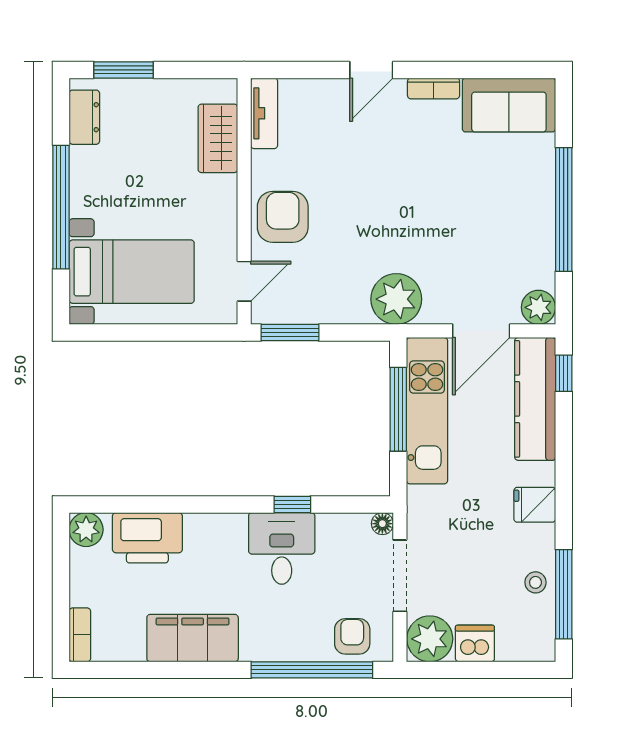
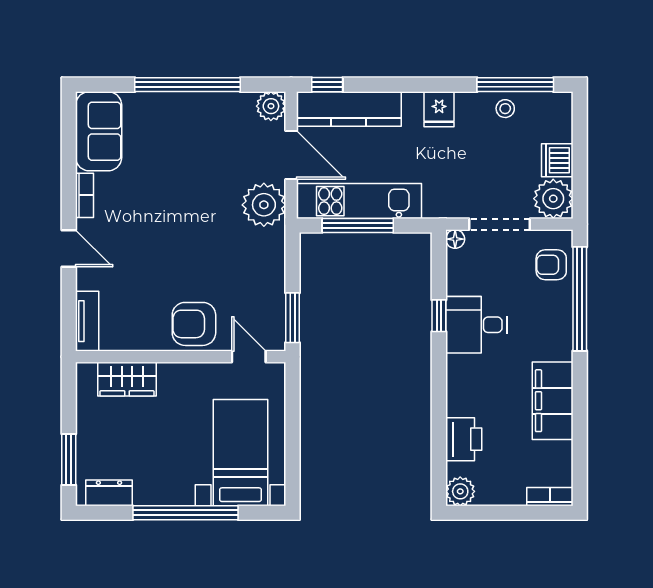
tv unit: (264, 113) -> (87, 321), moved, turned 90
plant: (396, 299) -> (264, 205), moved
printer: (147, 538) -> (464, 439), width x0.73, depth x0.84

